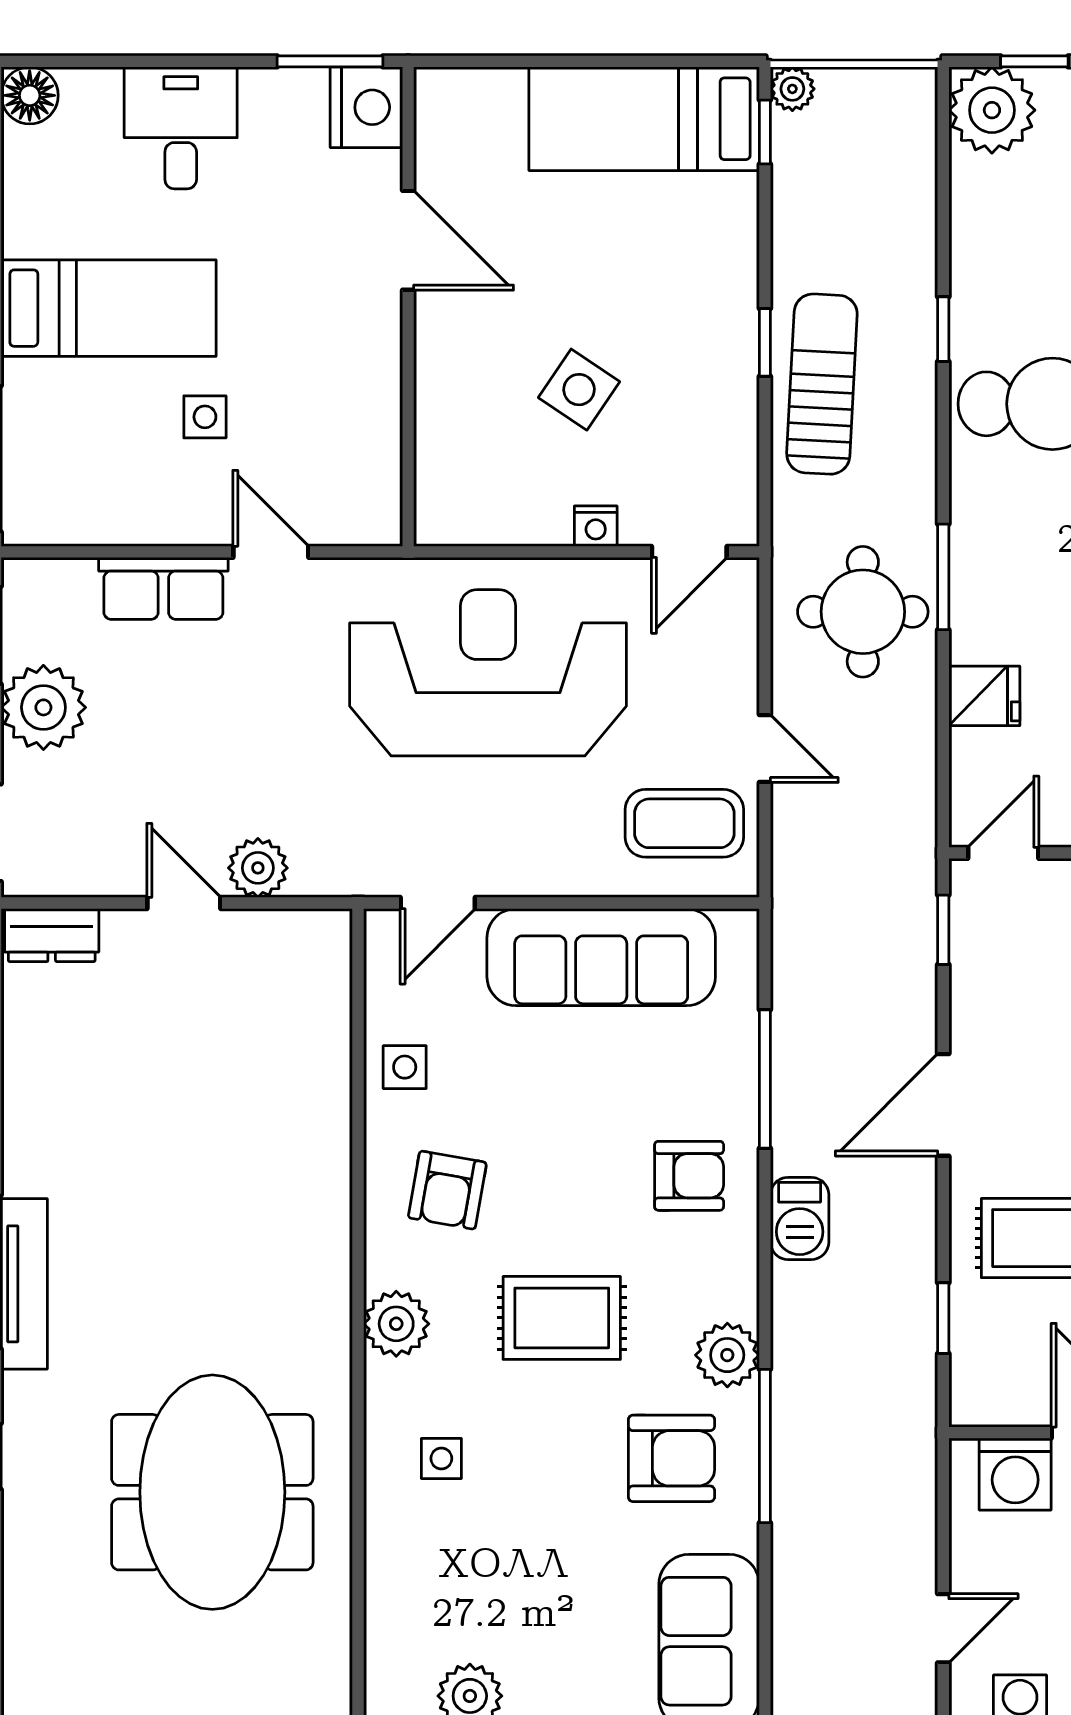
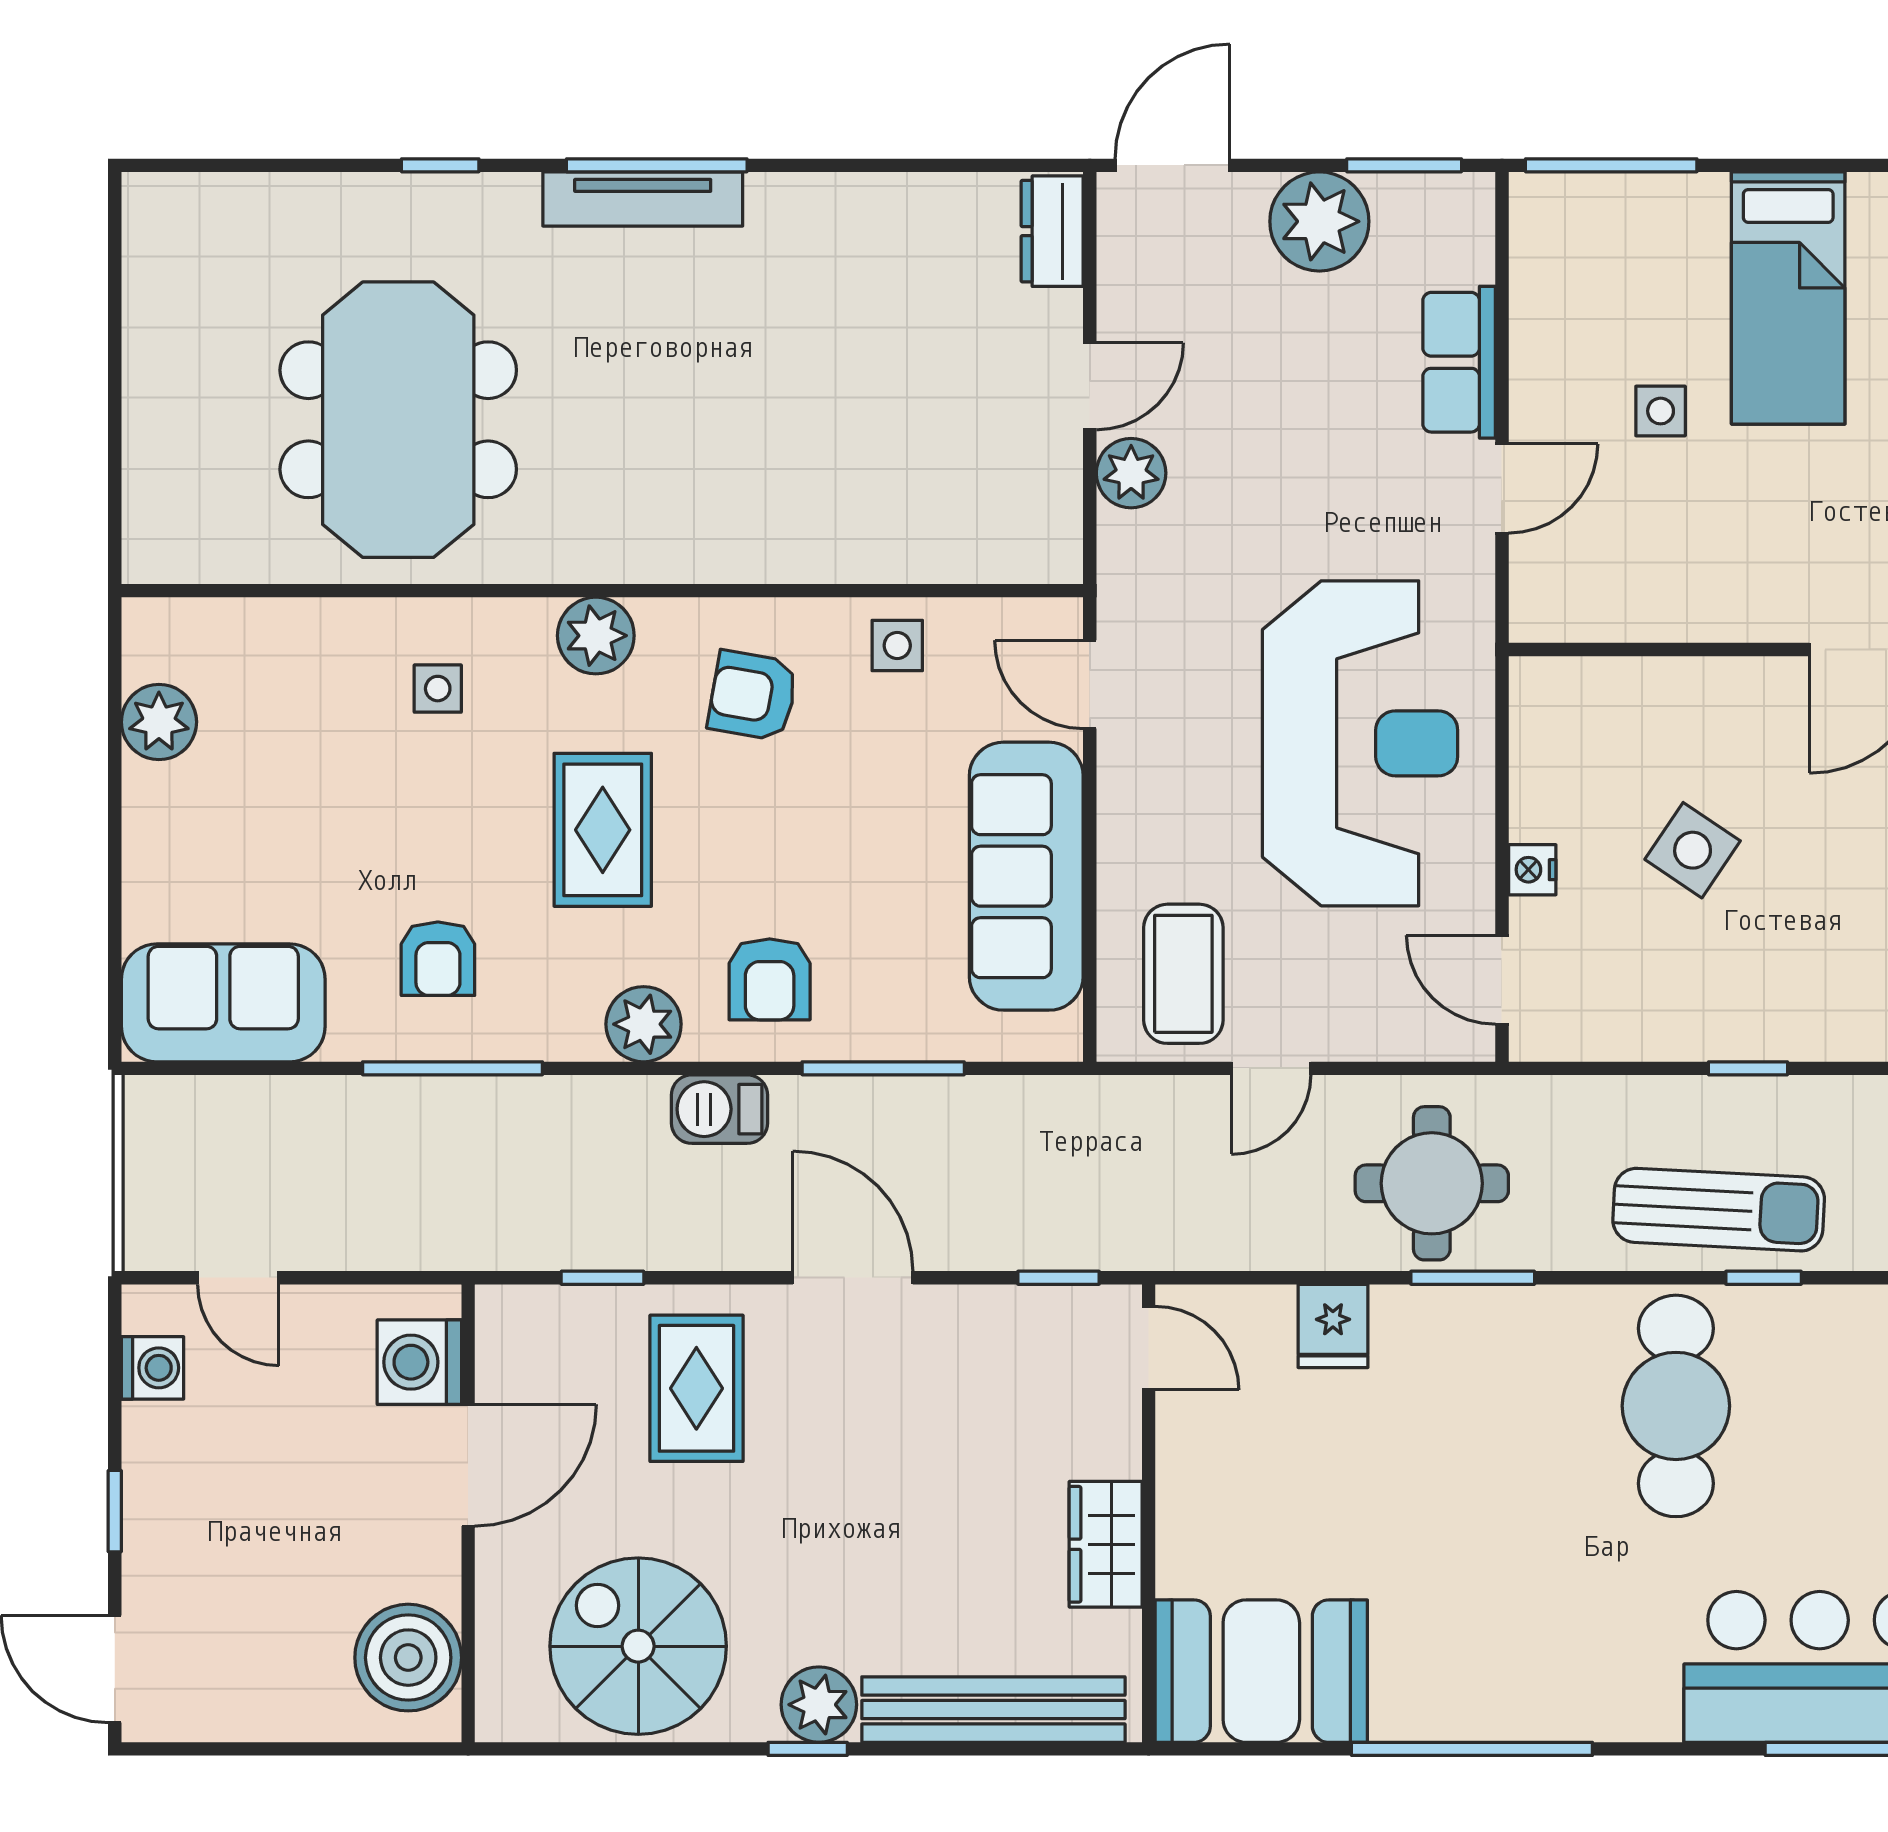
sun lounger: (822, 384) -> (1719, 1210), moved
plant: (727, 1355) -> (644, 1024), moved
armchair: (671, 1458) -> (438, 959), width x0.72, depth x0.72
meeting table: (212, 1492) -> (398, 420), turned 90

